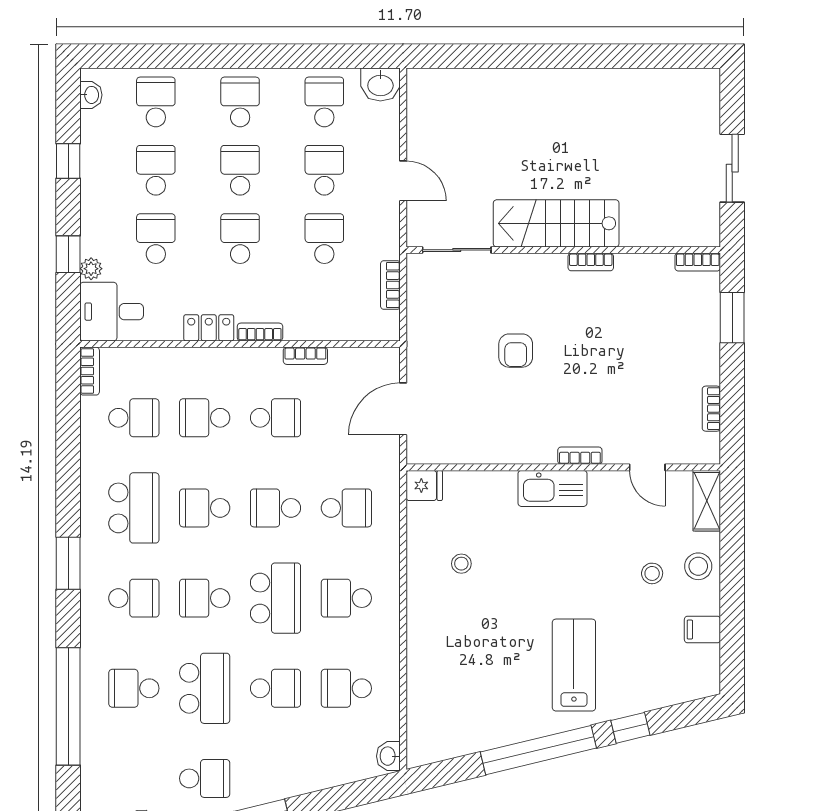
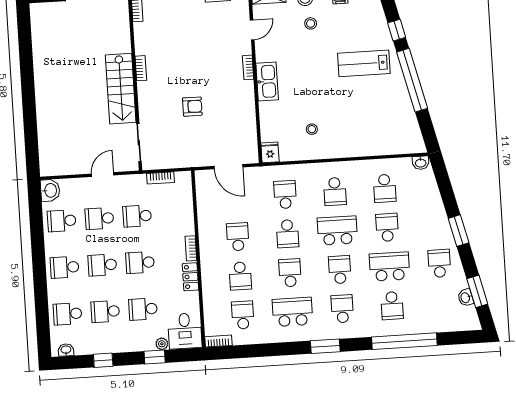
bookcase: (305, 356) -> (202, 222), removed
school desk: (205, 508) -> (290, 273), turned 180
school desk: (205, 598) -> (340, 270), turned 180

